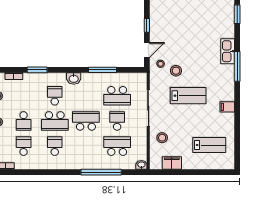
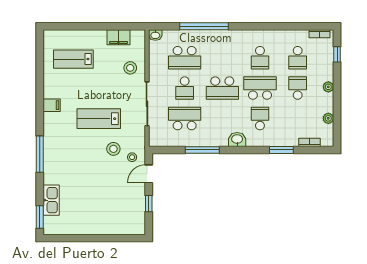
kitchen sink: (228, 51) -> (51, 200), moved
school desk: (55, 96) -> (260, 119), turned 180

